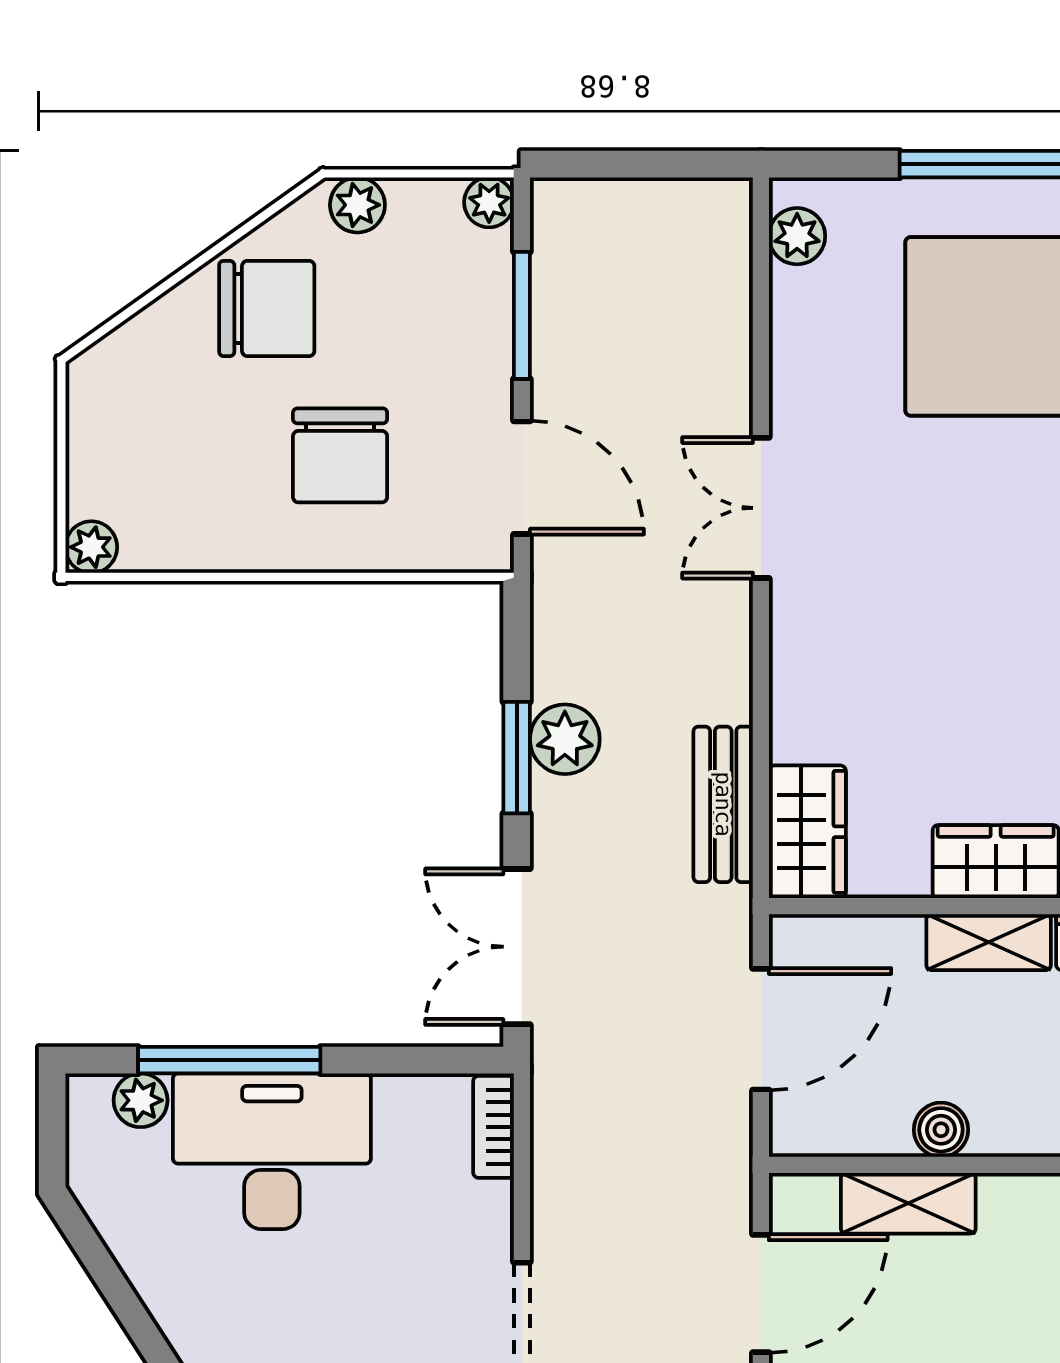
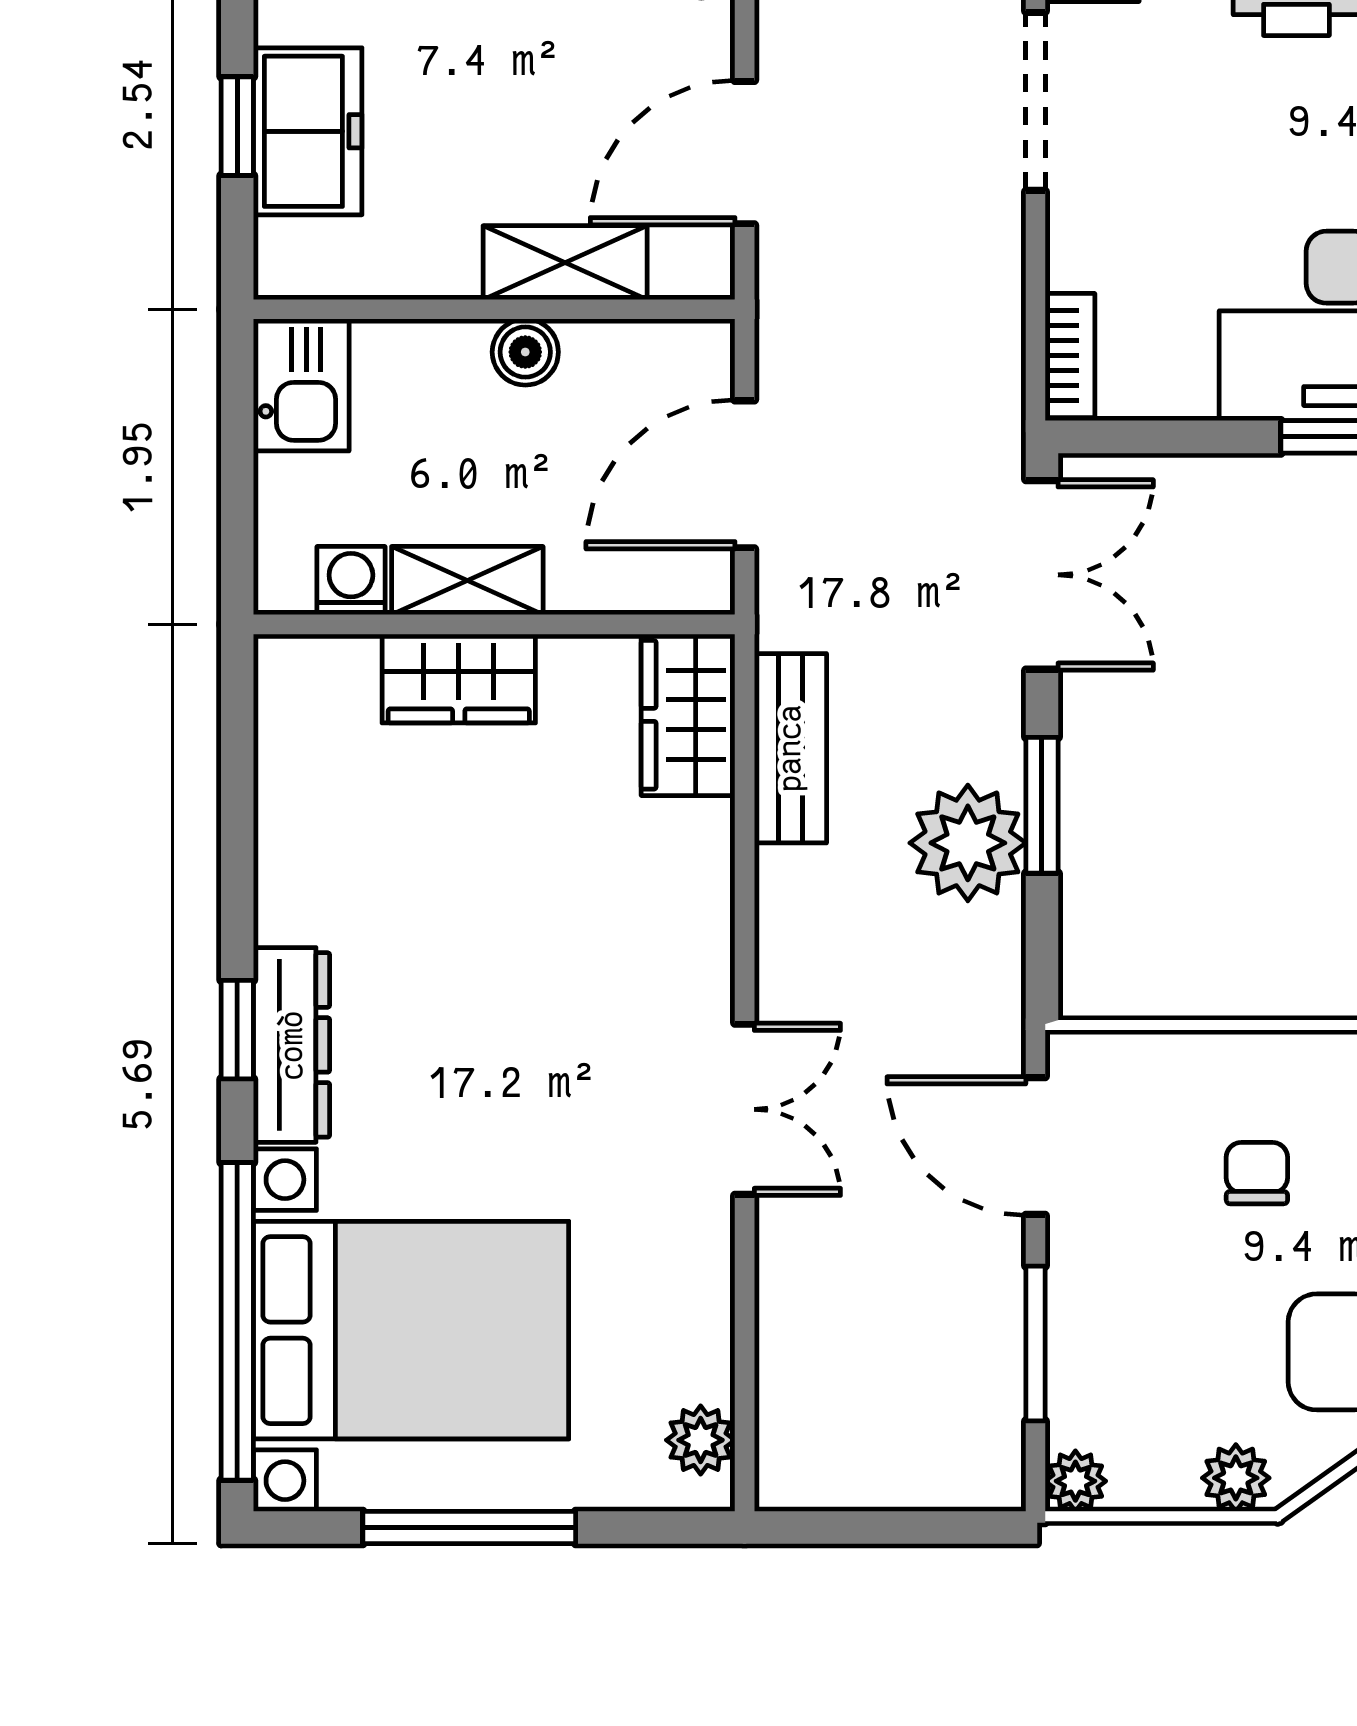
chair: (340, 455) -> (1257, 1173), width x0.54, depth x0.54
plant: (565, 739) -> (968, 843), width x1.36, depth x1.36

